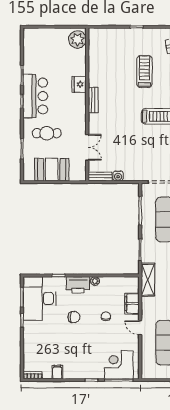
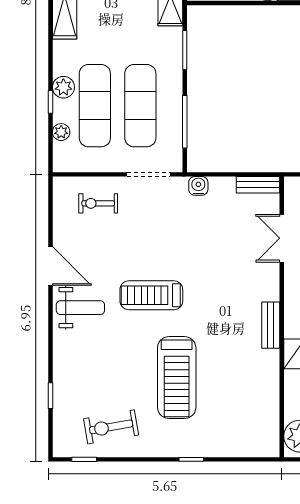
treadmill: (144, 71) -> (177, 378), width x1.37, depth x1.38
water cooler: (118, 176) -> (198, 186), moved

